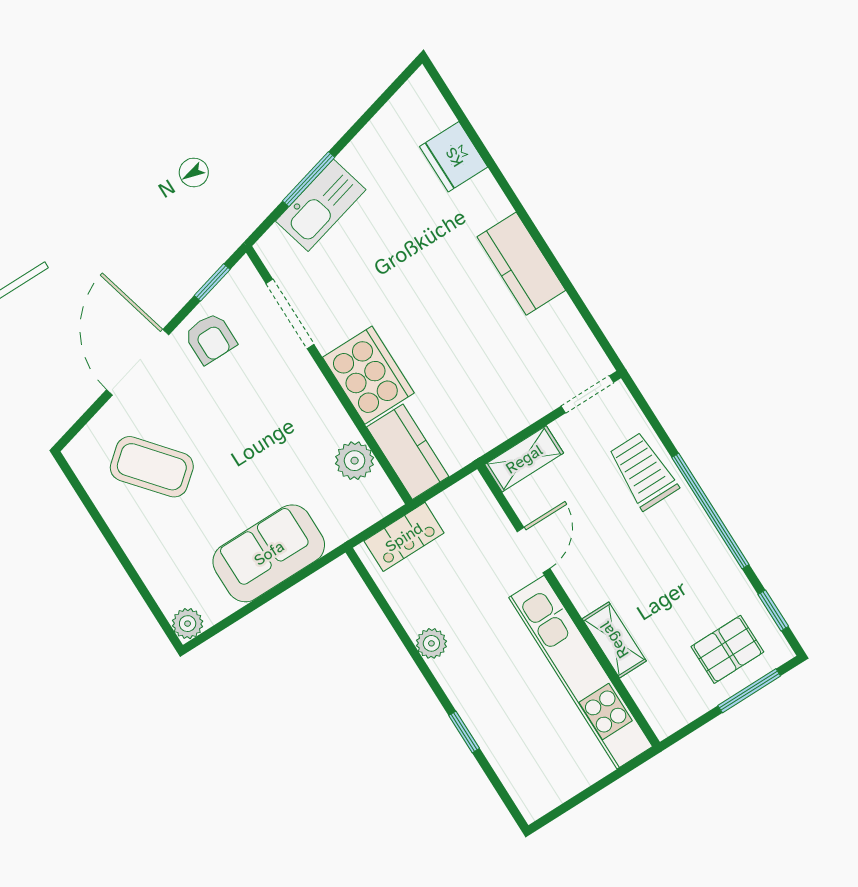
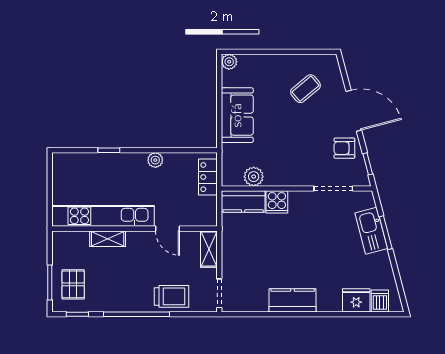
dishwasher: (430, 116) -> (380, 301), added
cooker: (368, 375) -> (277, 202), width x0.53, depth x0.76
coffee table: (152, 467) -> (306, 89), width x0.73, depth x0.77

